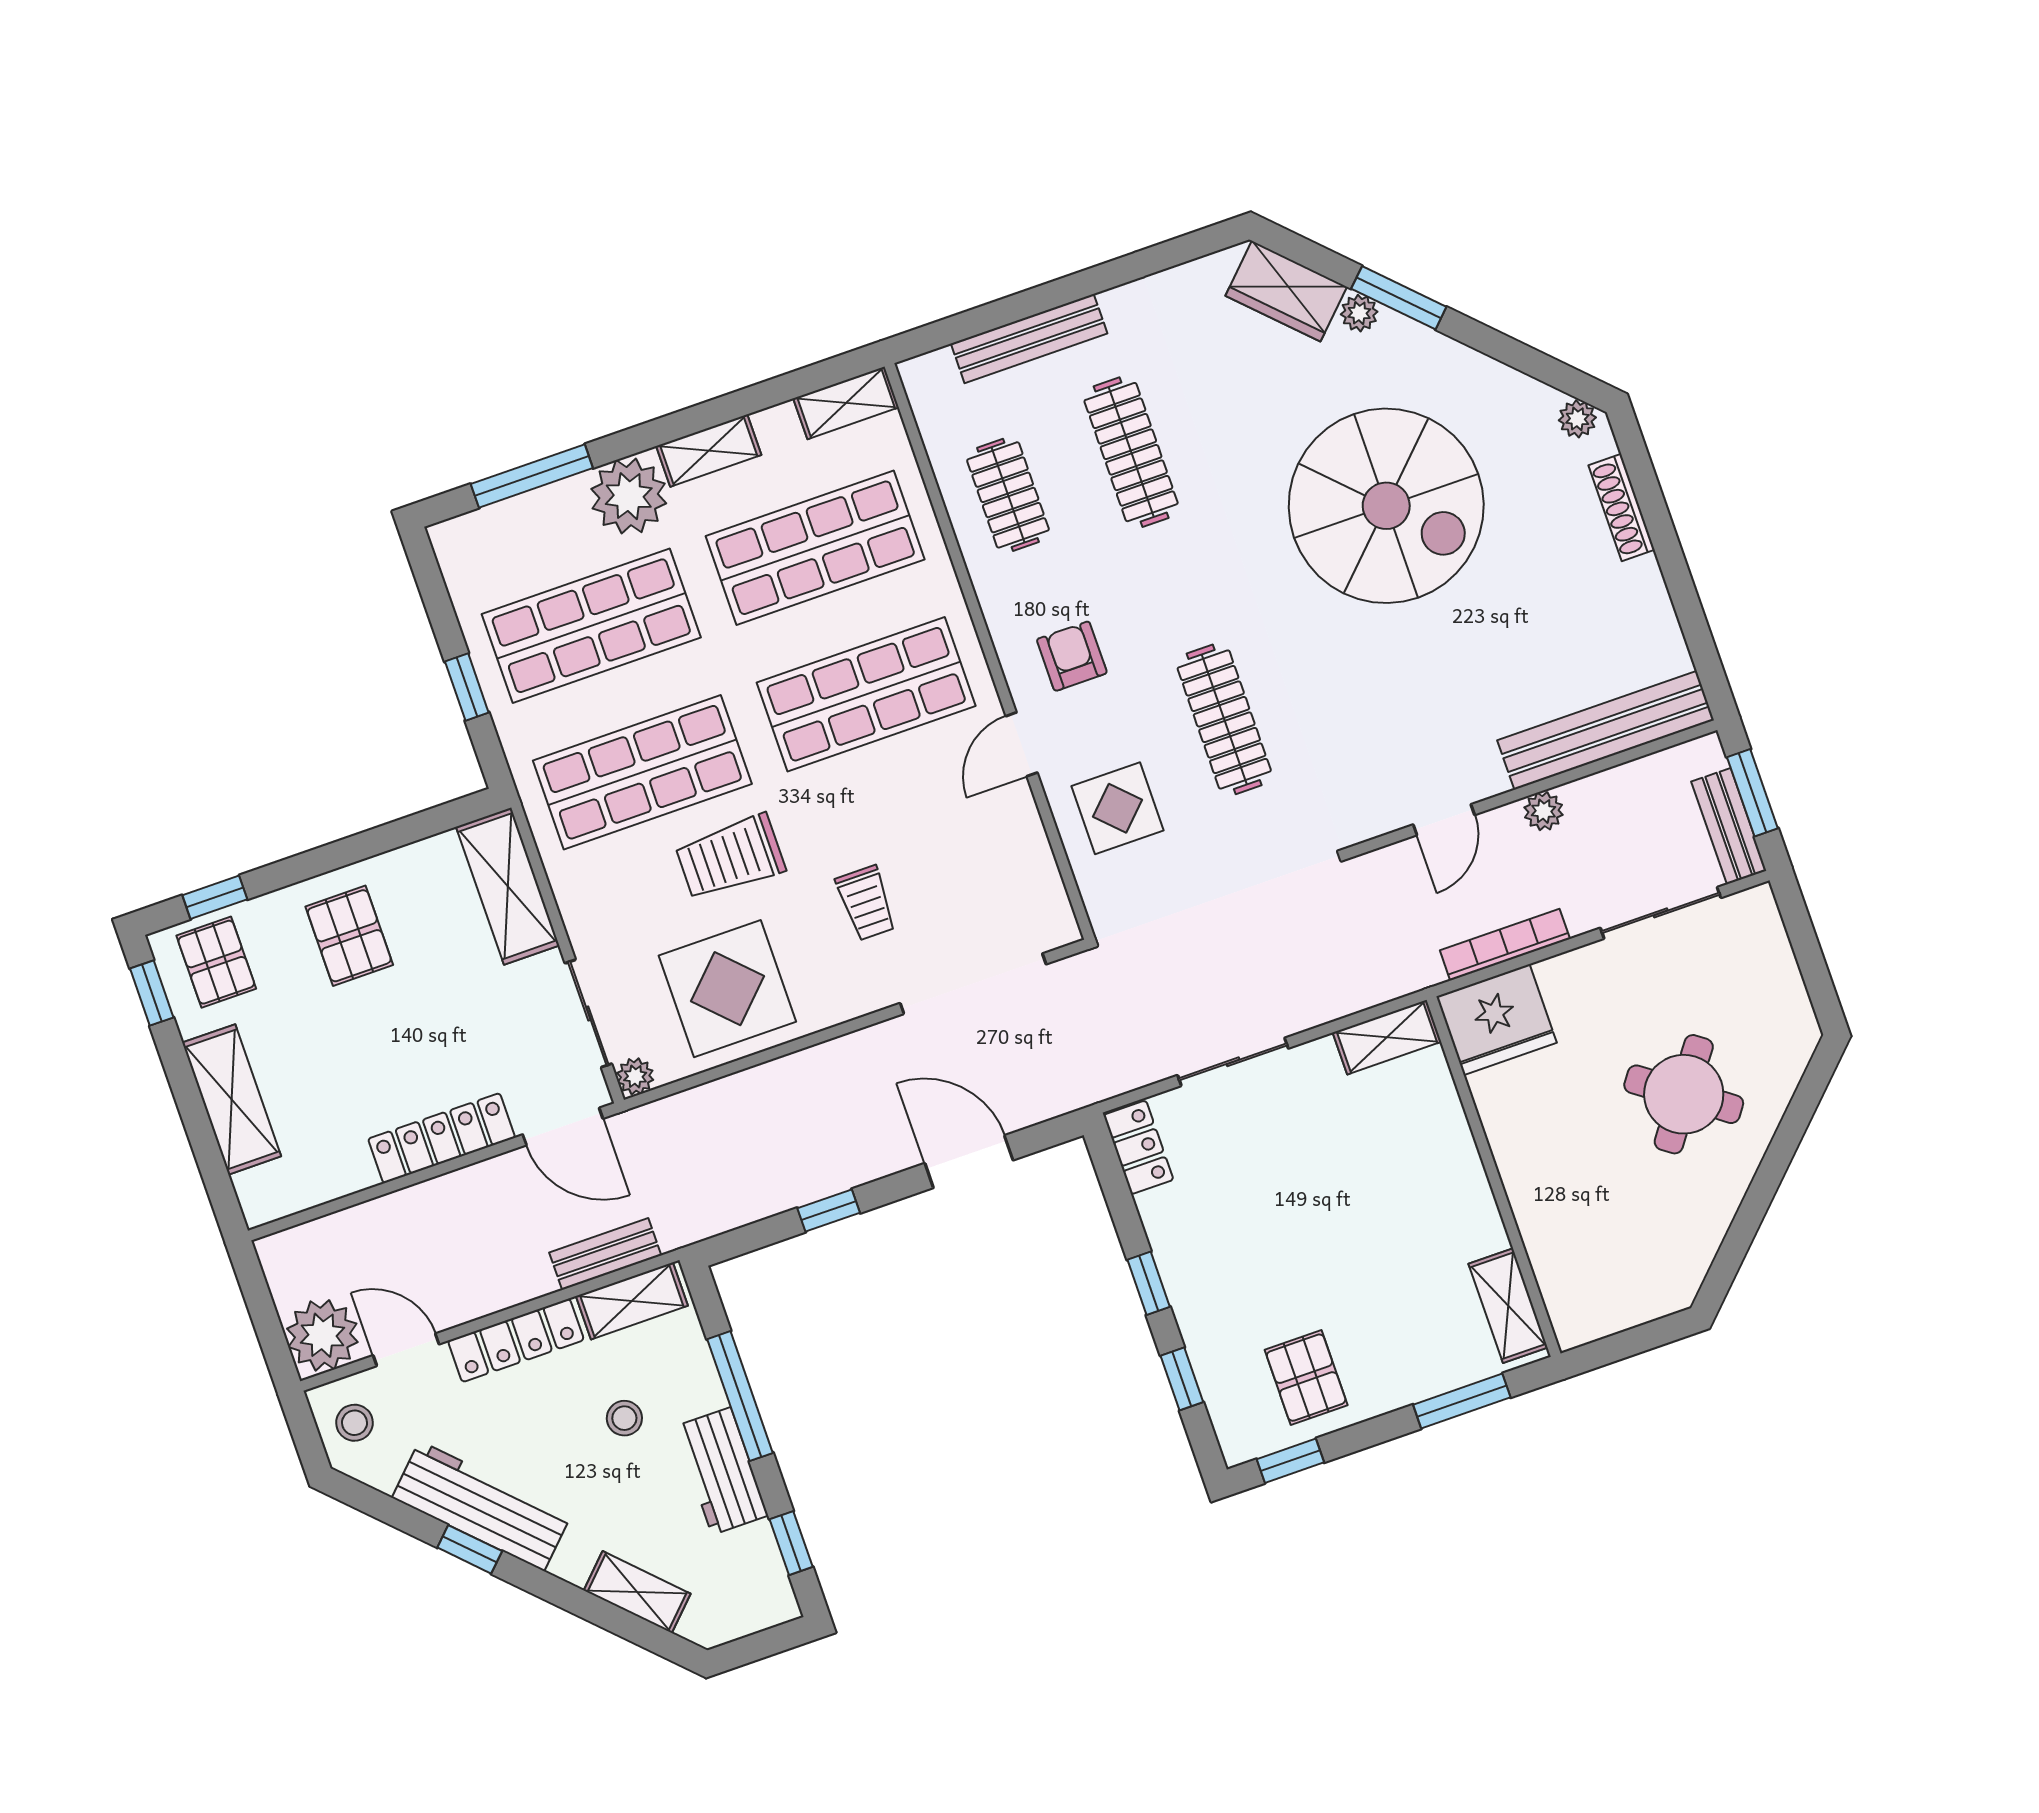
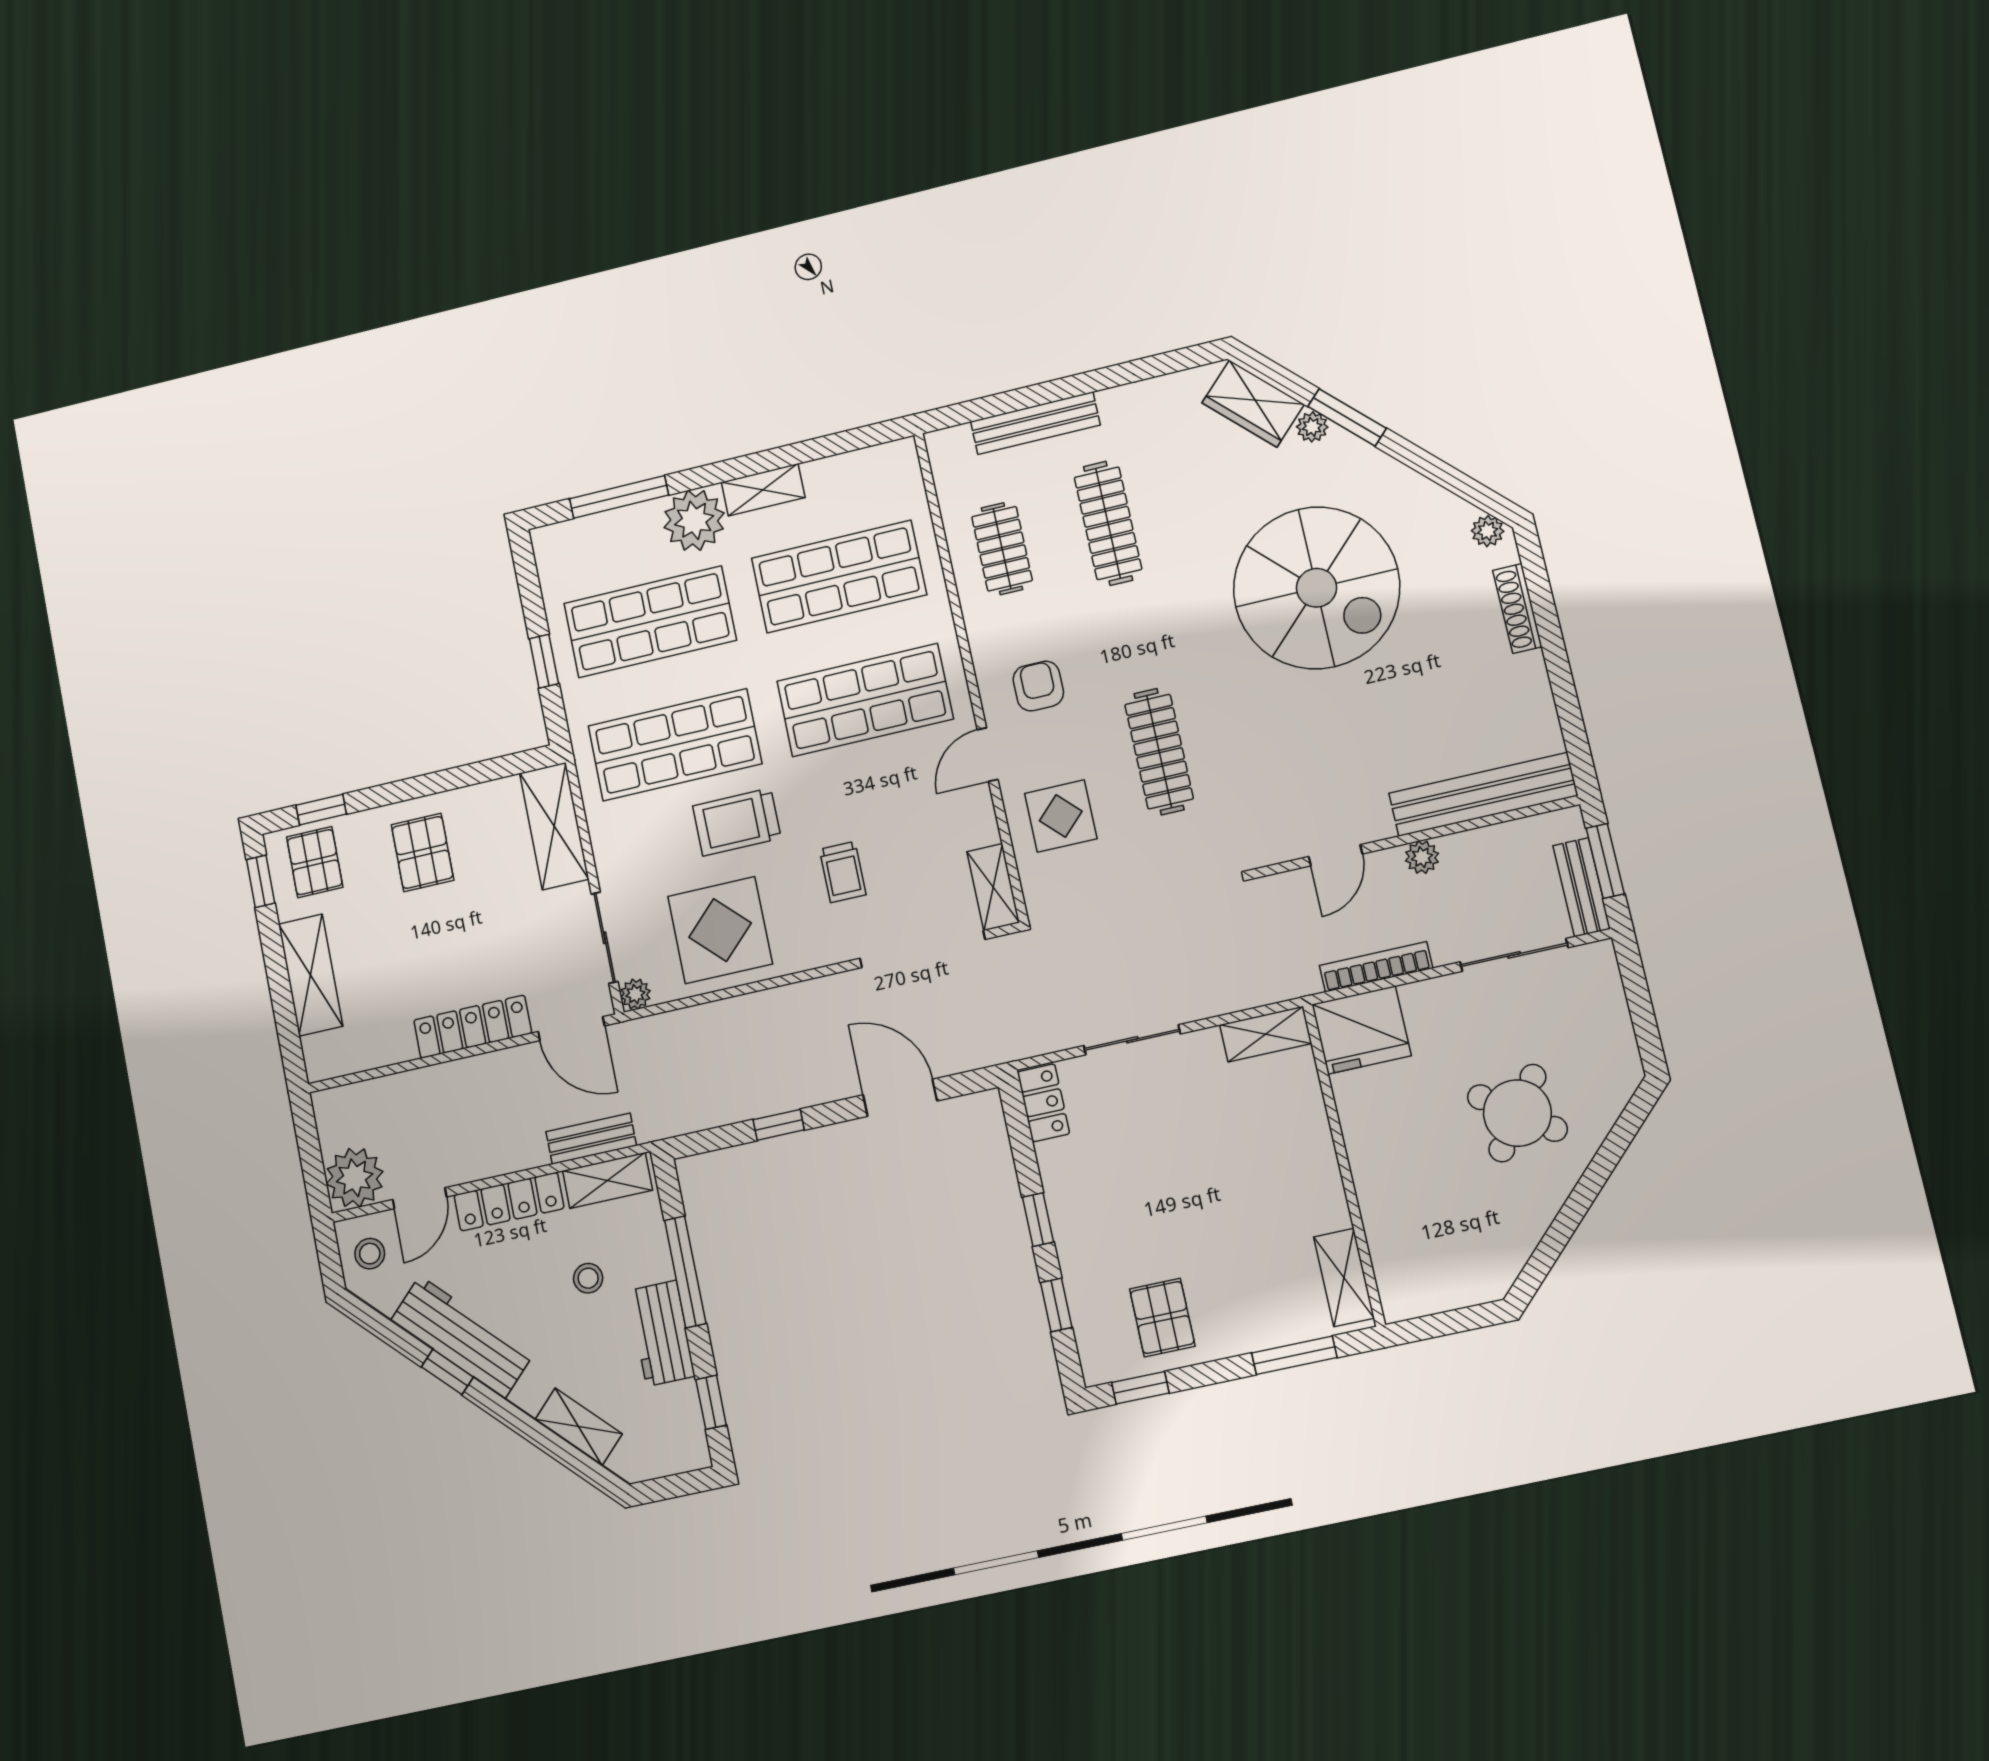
shelving: (846, 403) -> (993, 887), moved, turned 90
door: (406, 1350) -> (420, 1198), swing flipped

